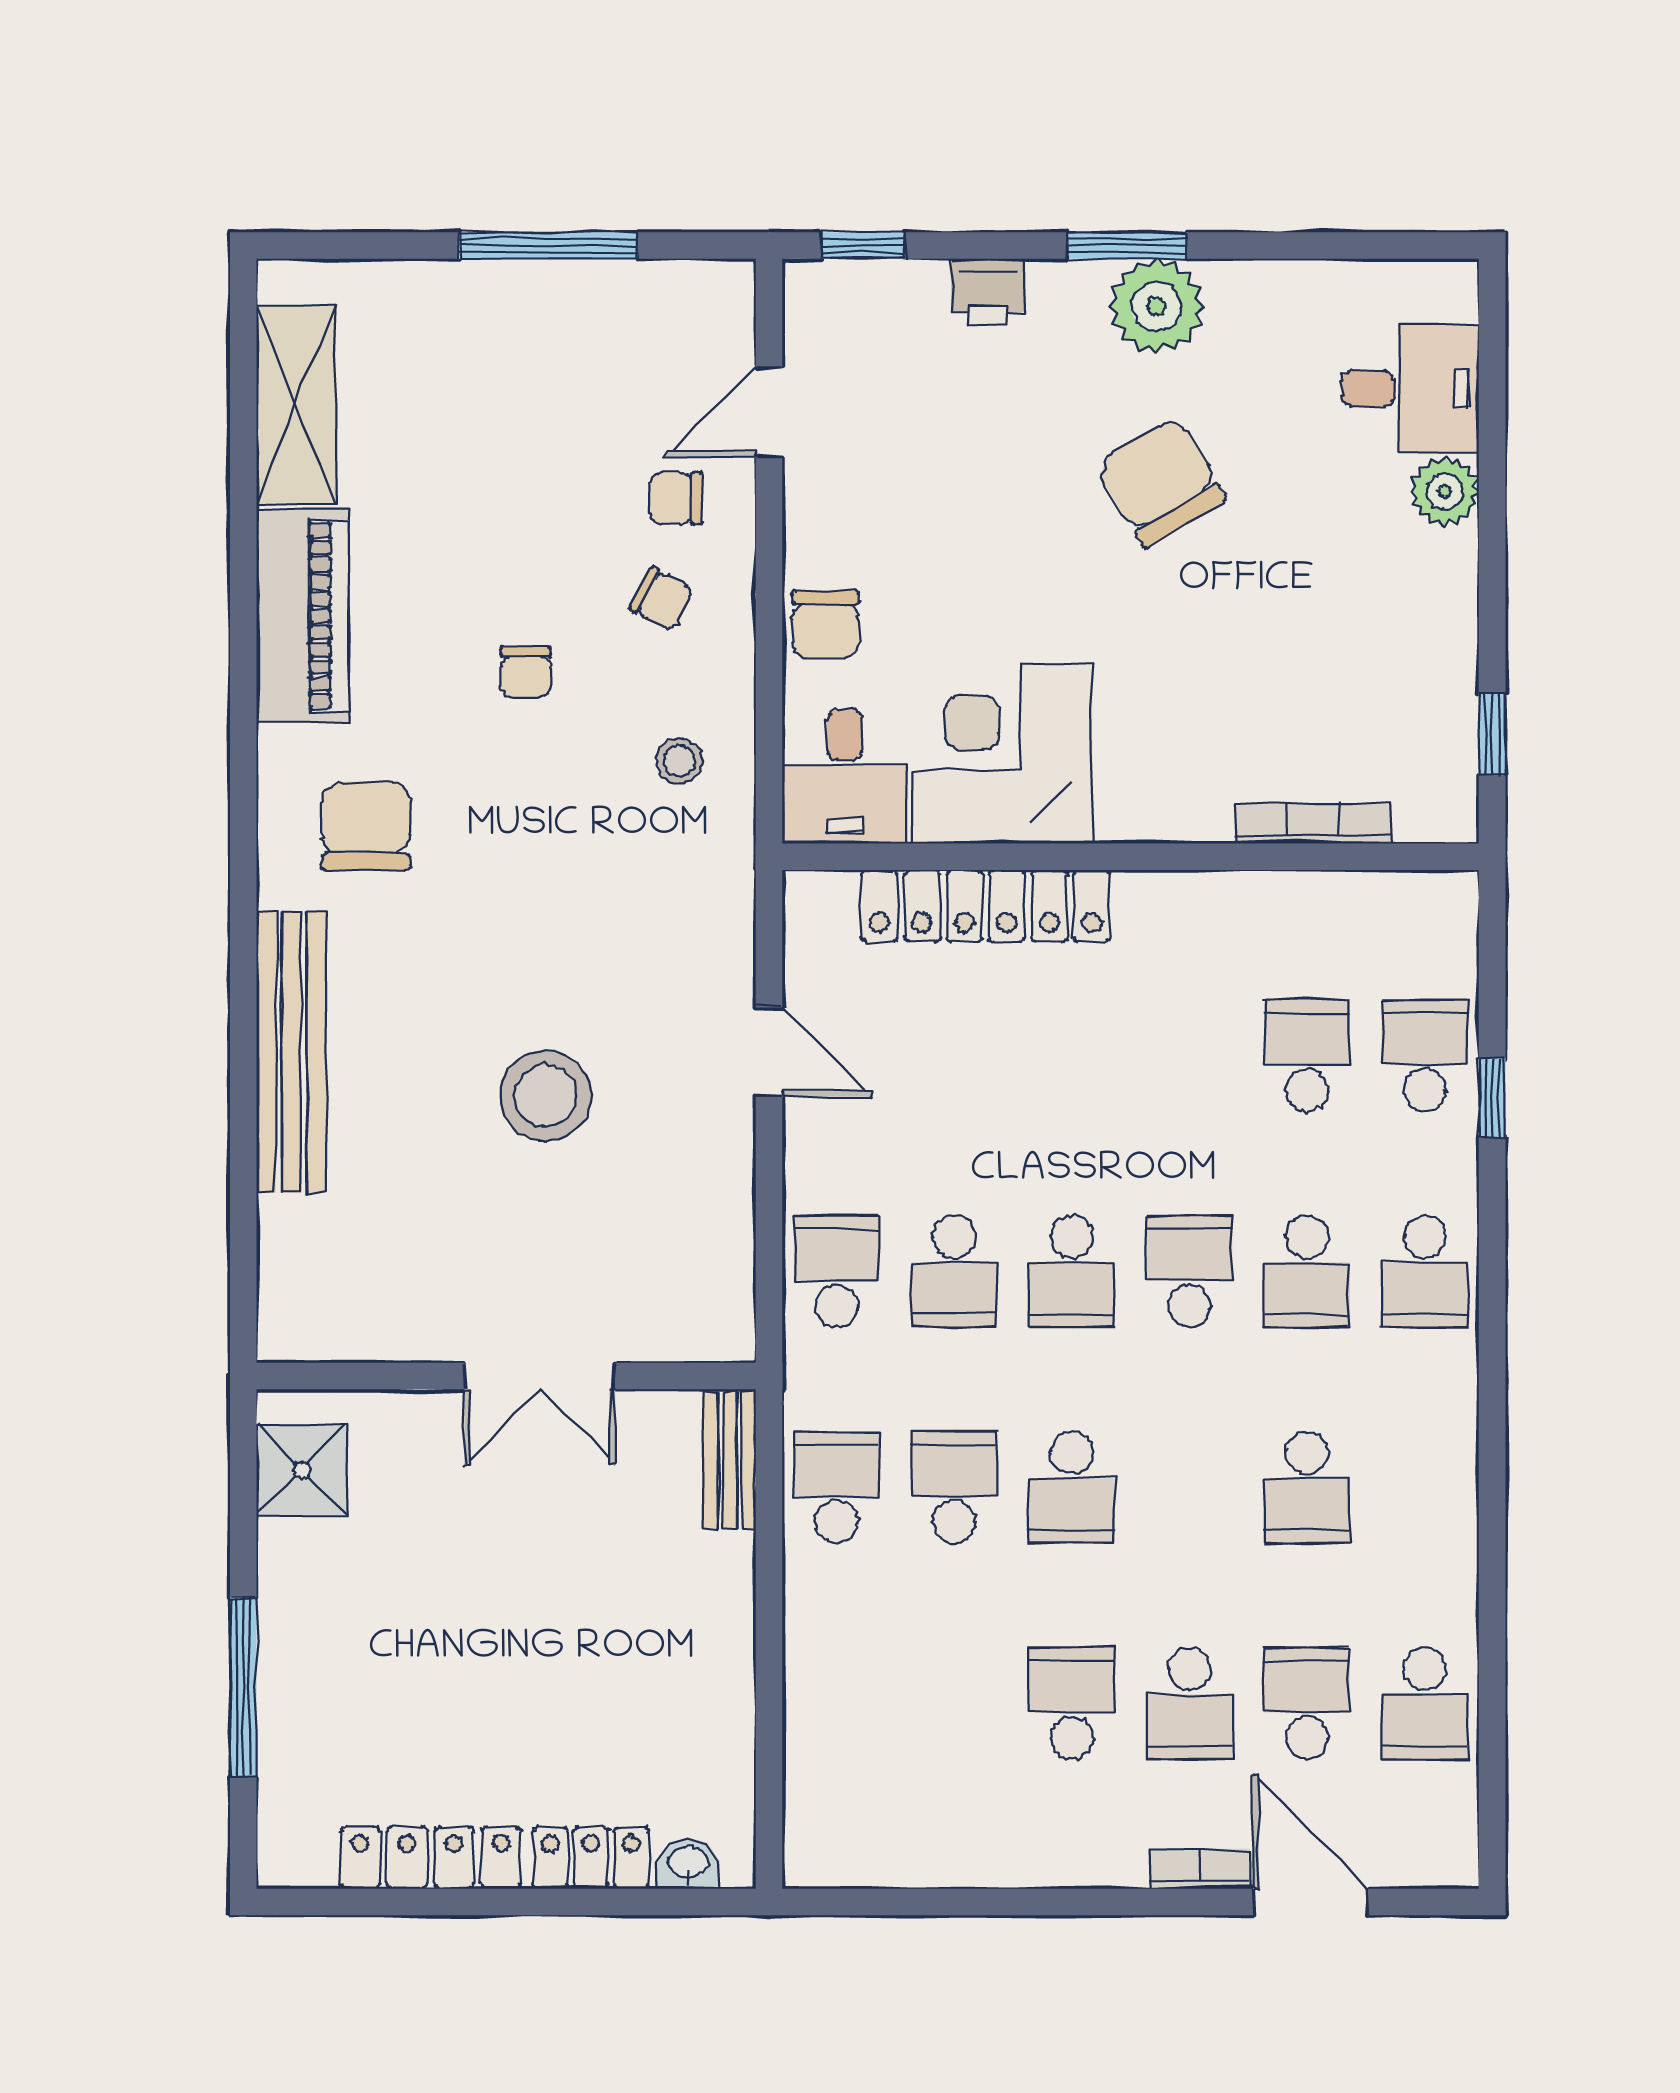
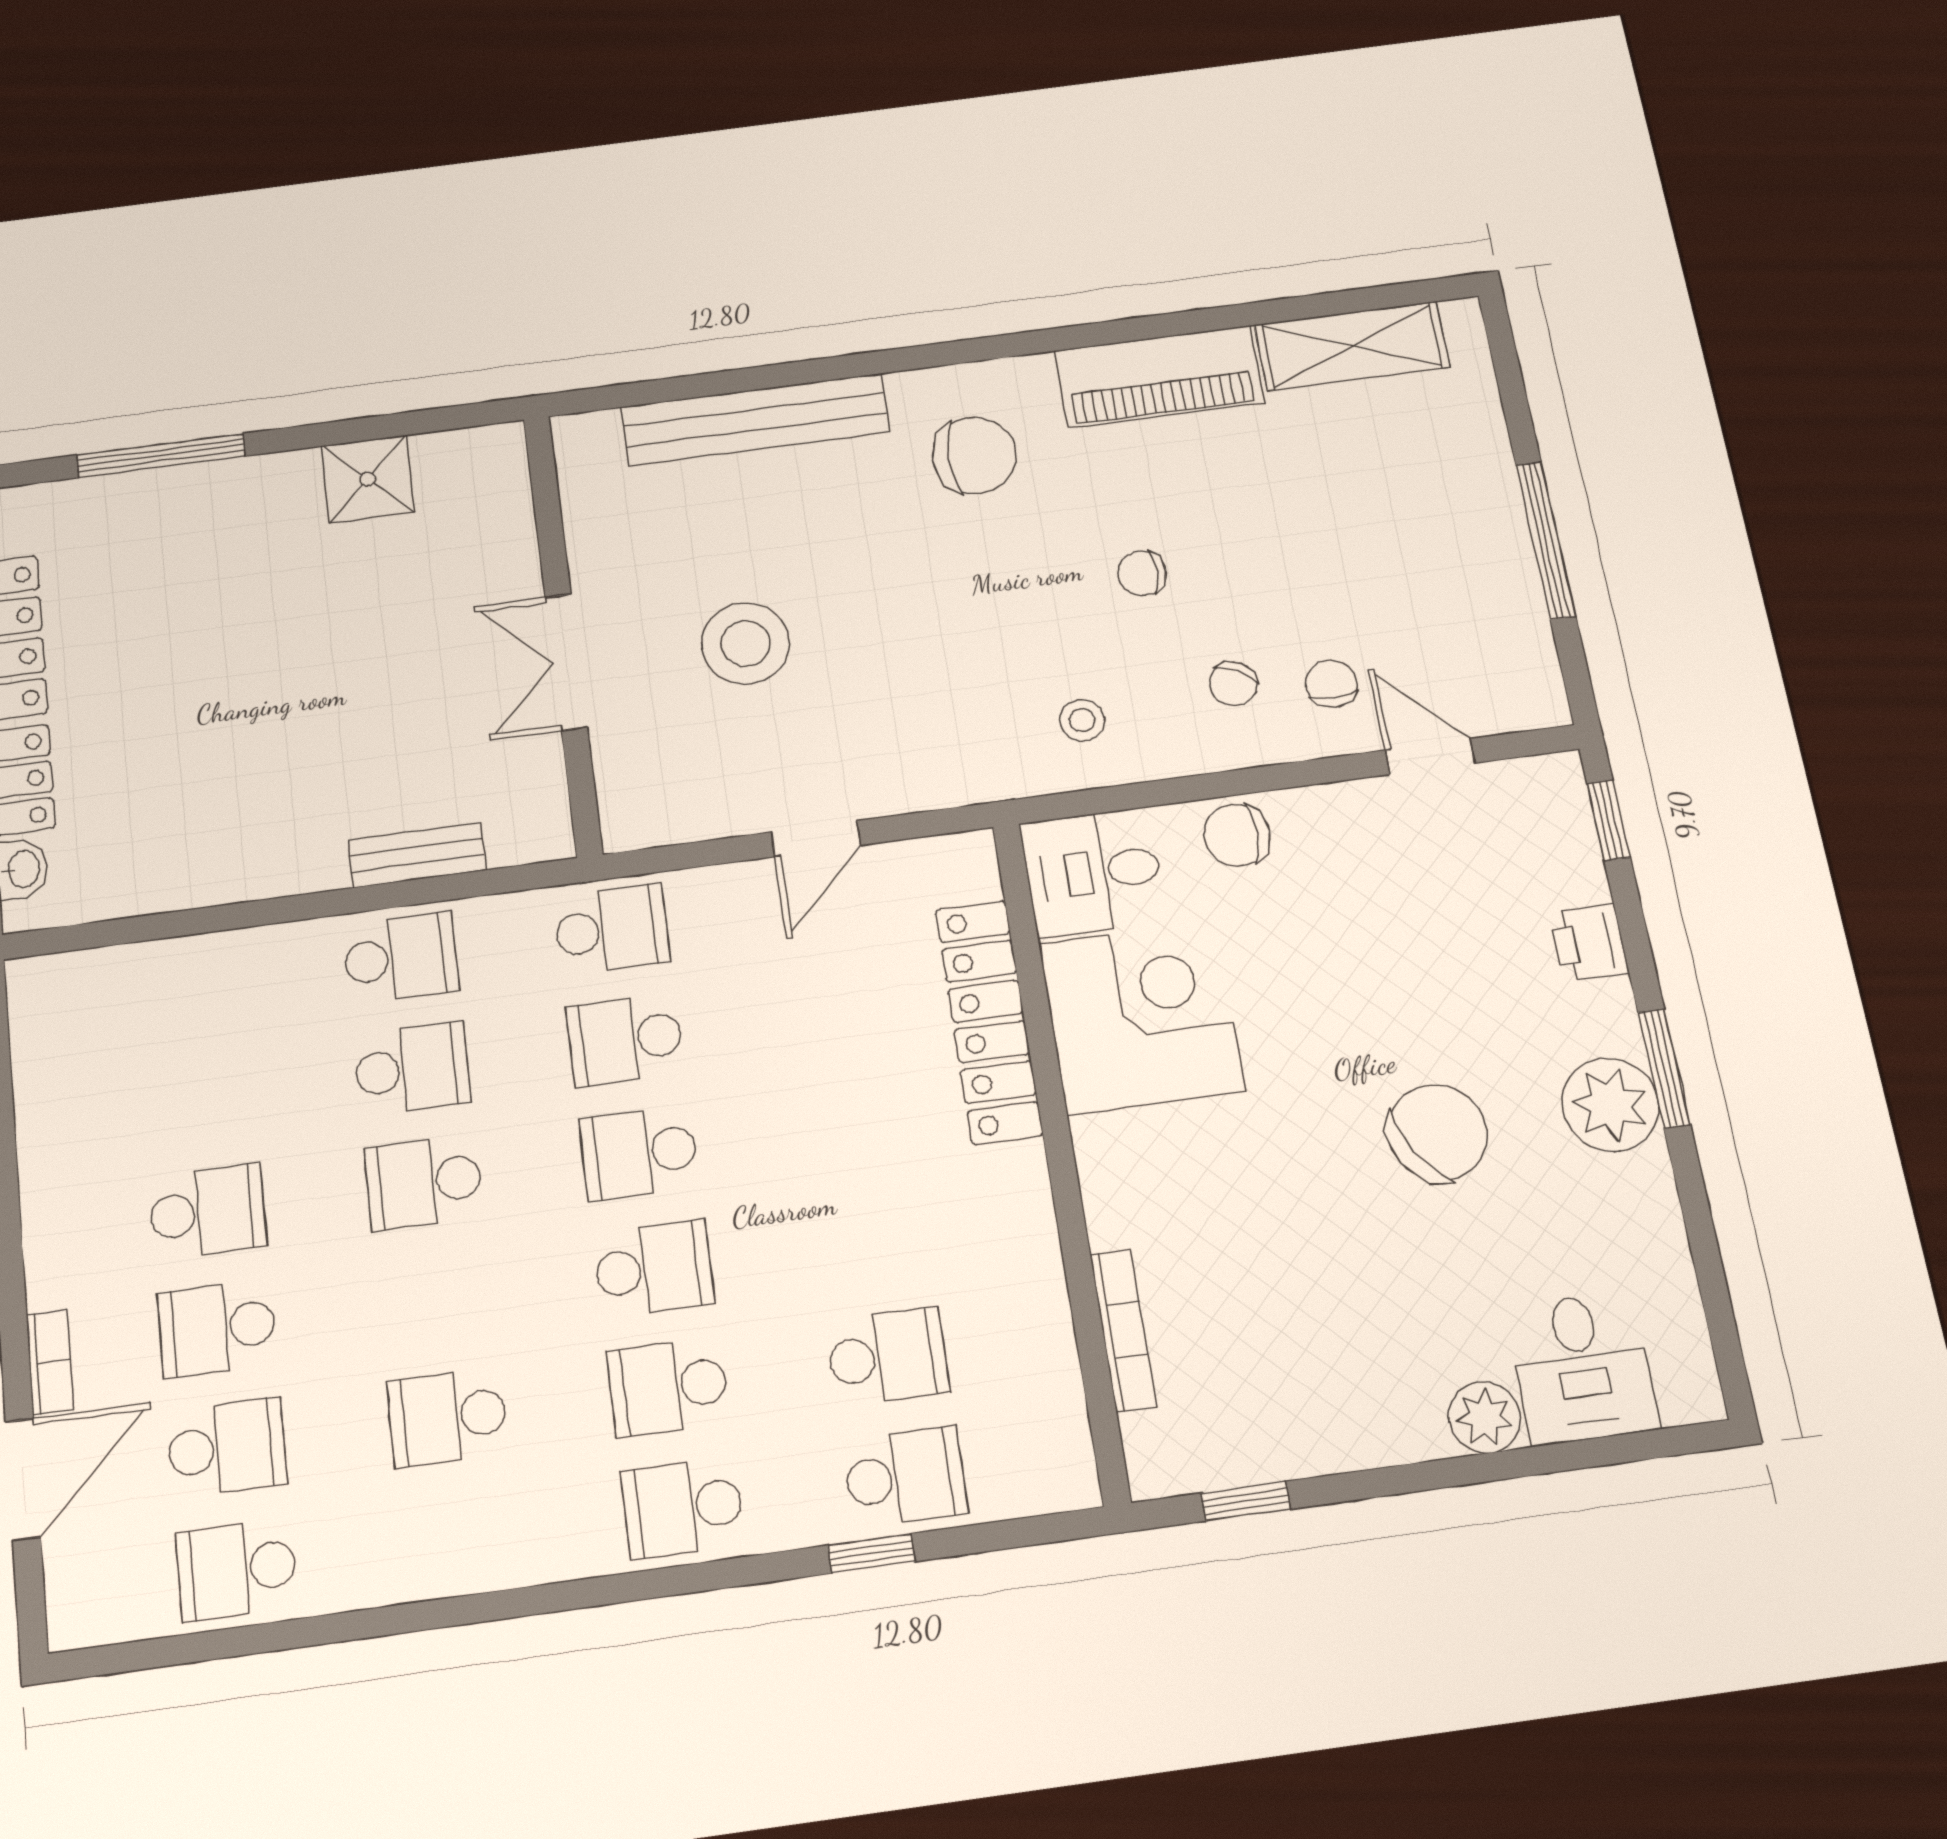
wall: (506, 1376) -> (563, 632), moved
double door: (540, 1376) -> (566, 662), moved

